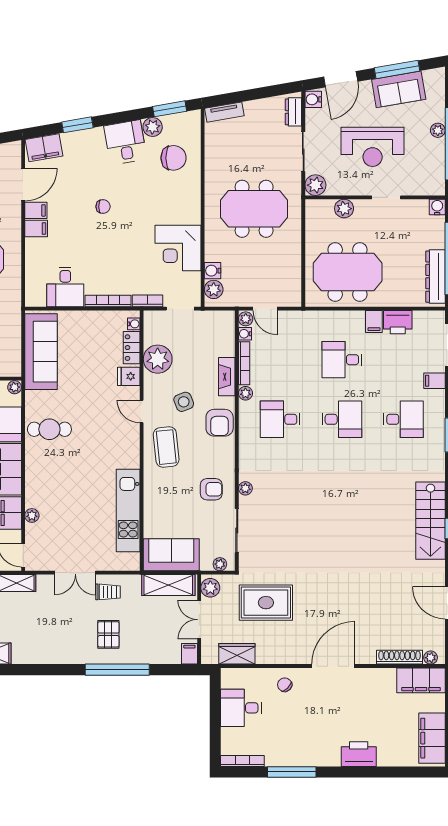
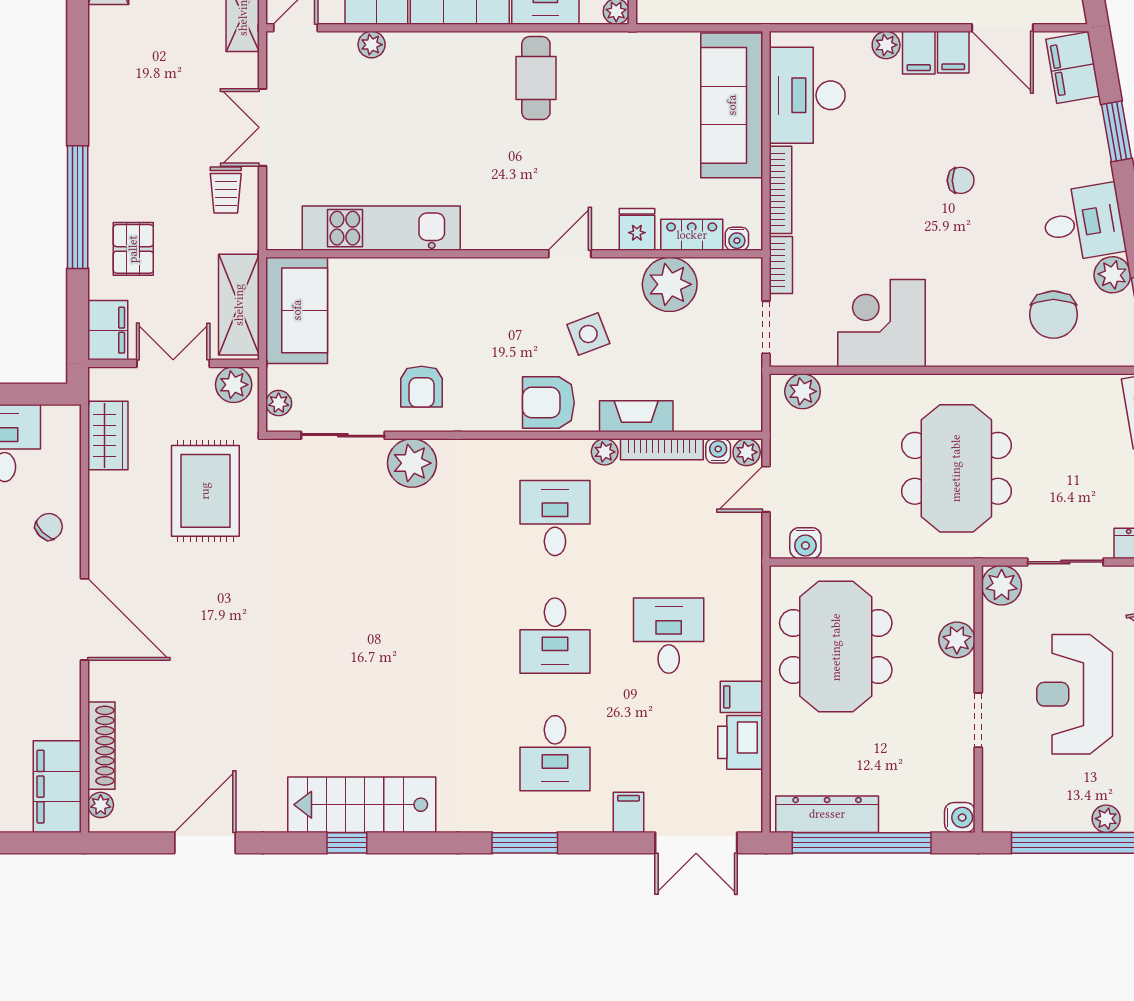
chair: (103, 207) -> (961, 180), turned -90
plant: (32, 246) -> (886, 45), added
water cooler: (213, 271) -> (805, 543), moved, turned 180
desk: (65, 287) -> (807, 95), width x1.37
sofa: (41, 352) -> (732, 105), moved, turned 90
coffee table: (166, 447) -> (502, 301), removed
plant: (245, 488) -> (412, 463), width x1.88, depth x1.88
pallet: (108, 634) -> (133, 249), moved, turned 90
filing cabinet: (189, 654) -> (108, 330), width x2.00

